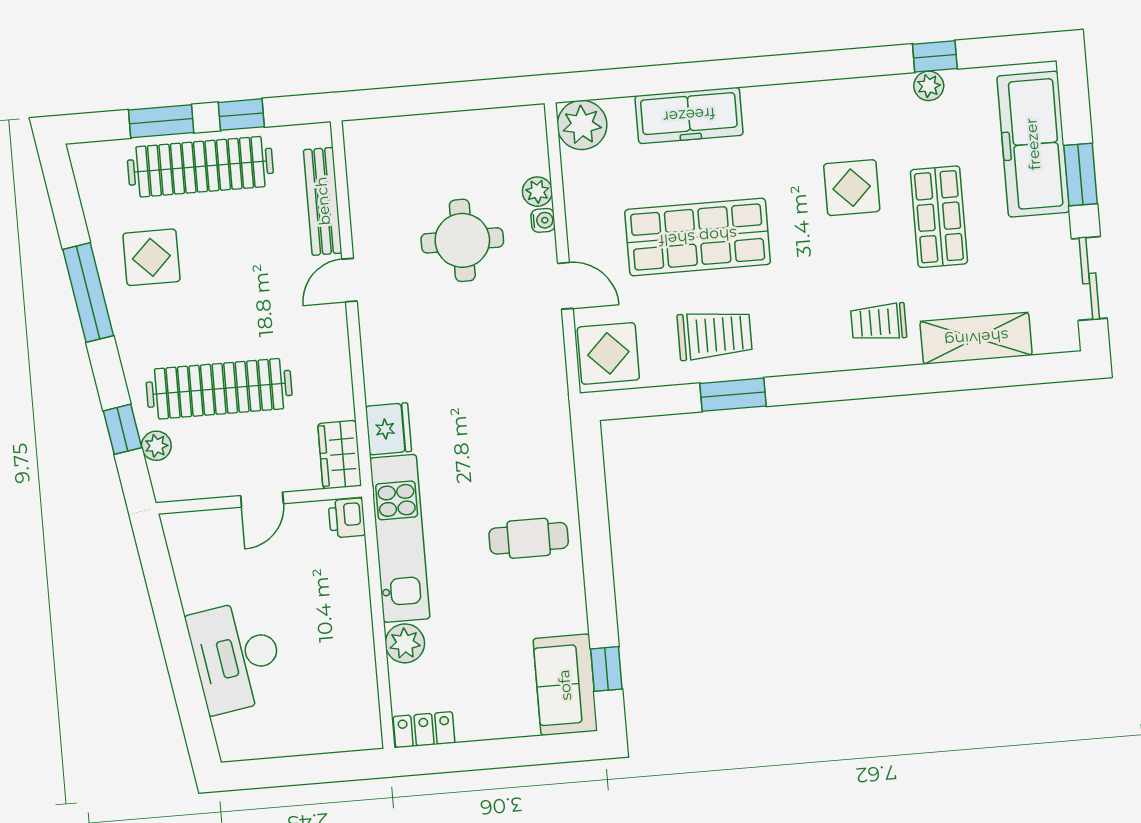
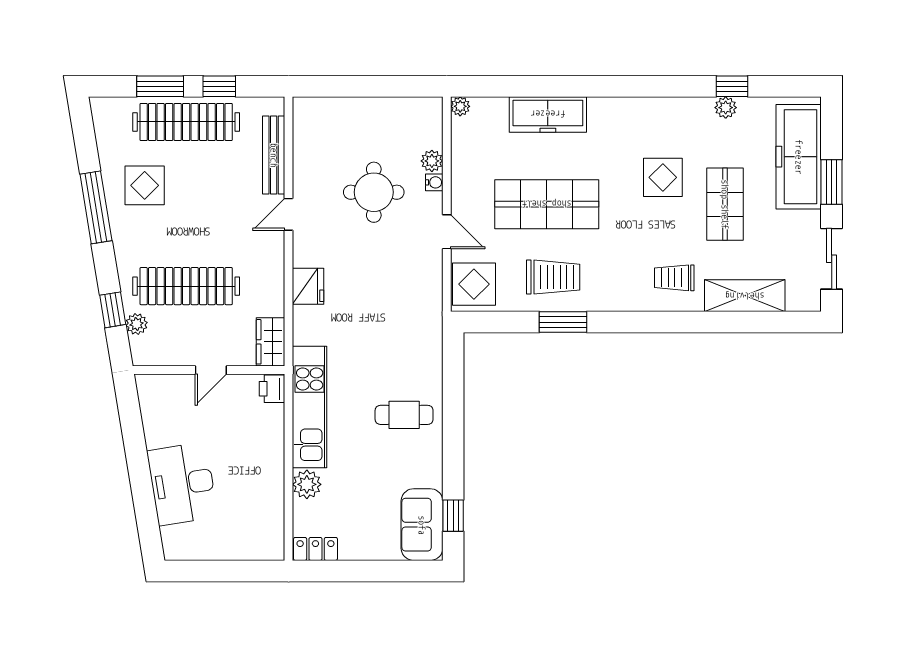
plant: (582, 125) -> (460, 106), width x0.53, depth x0.53
fridge: (388, 429) -> (308, 286), moved

